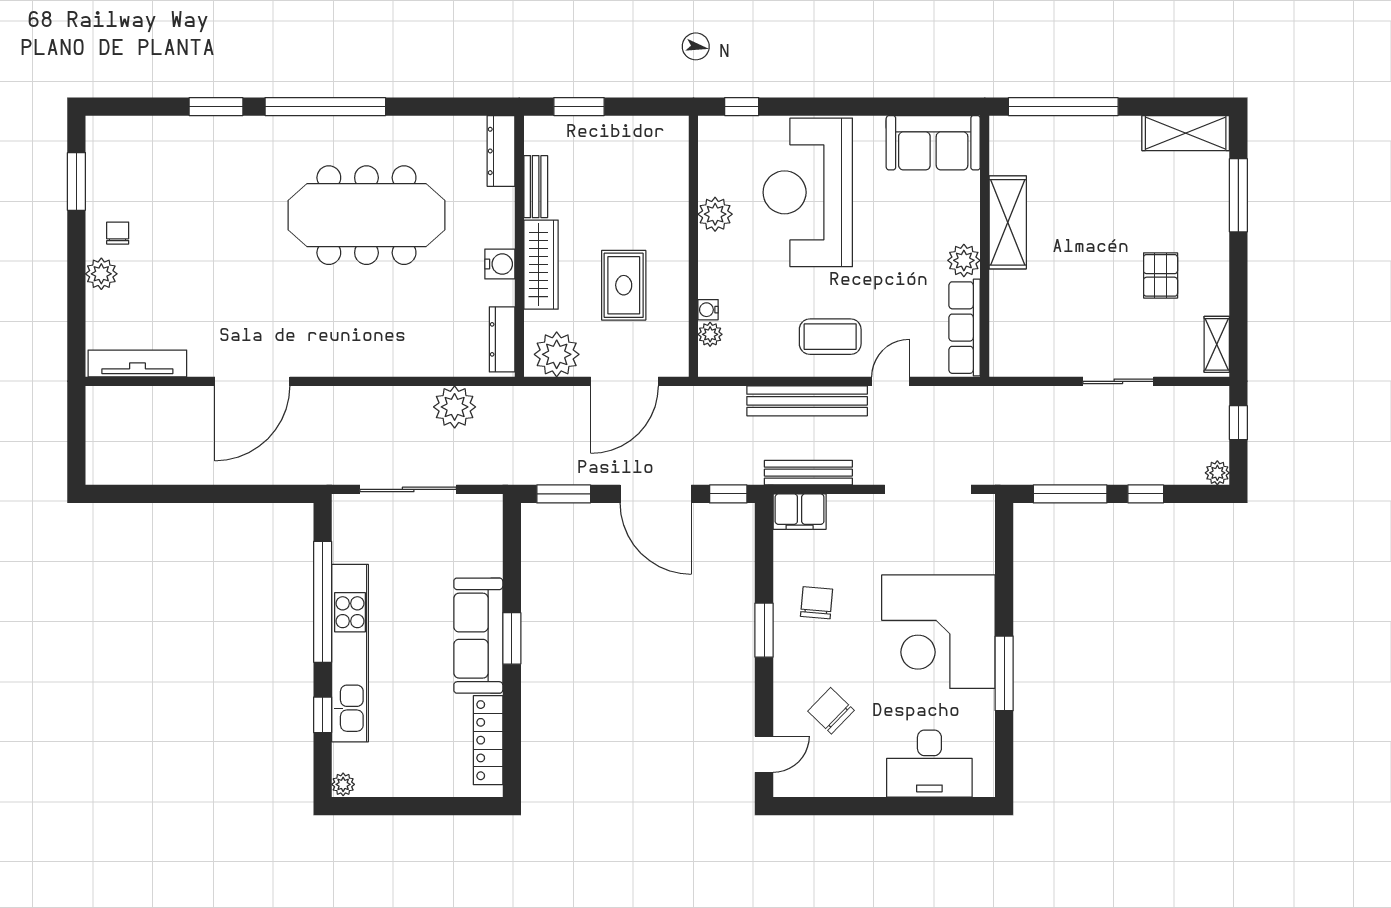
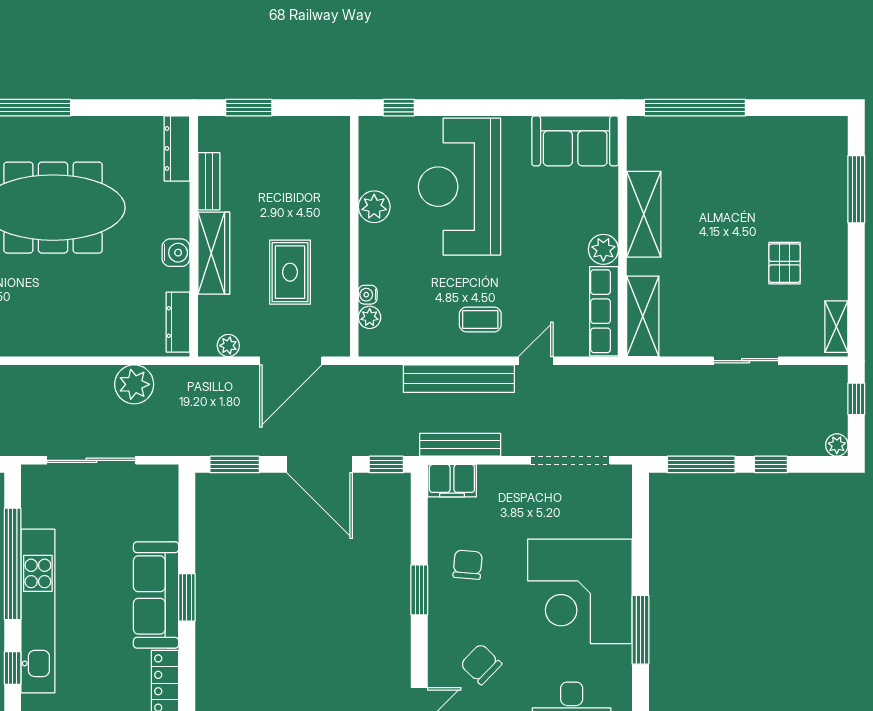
shelving: (1186, 133) -> (643, 316), moved, turned 90
coffee table: (830, 337) -> (480, 320), width x0.73, depth x0.77
plant: (557, 354) -> (228, 346), width x0.53, depth x0.53

